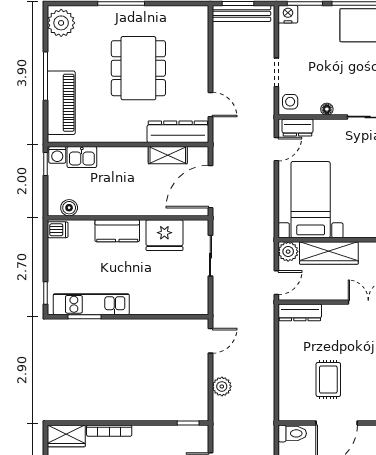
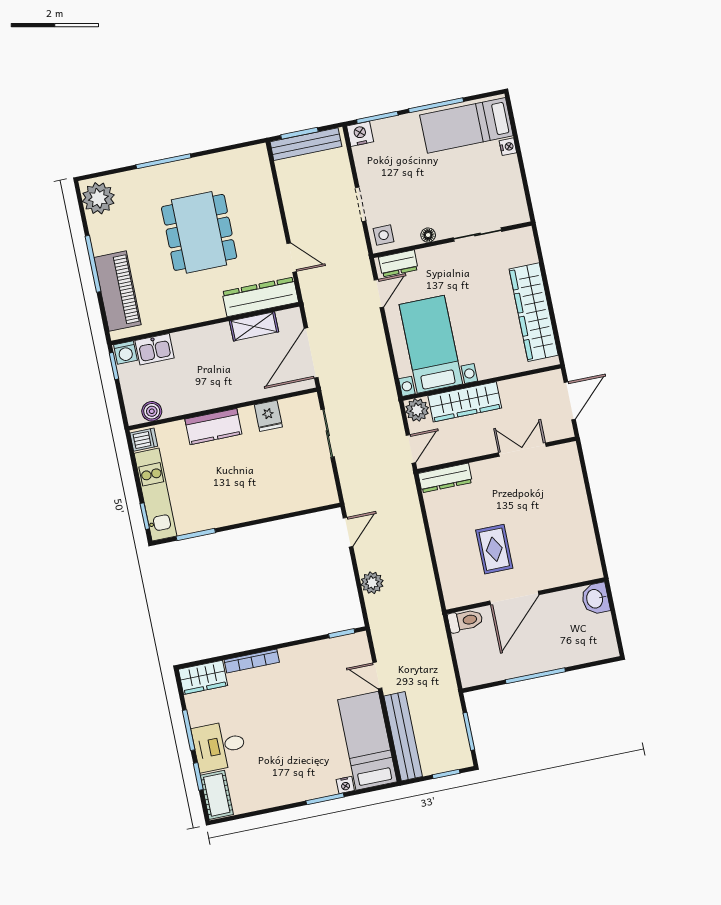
fridge: (164, 235) -> (268, 416), width x0.53, depth x0.75
kitchen unit: (91, 304) -> (155, 495), moved, turned 90

